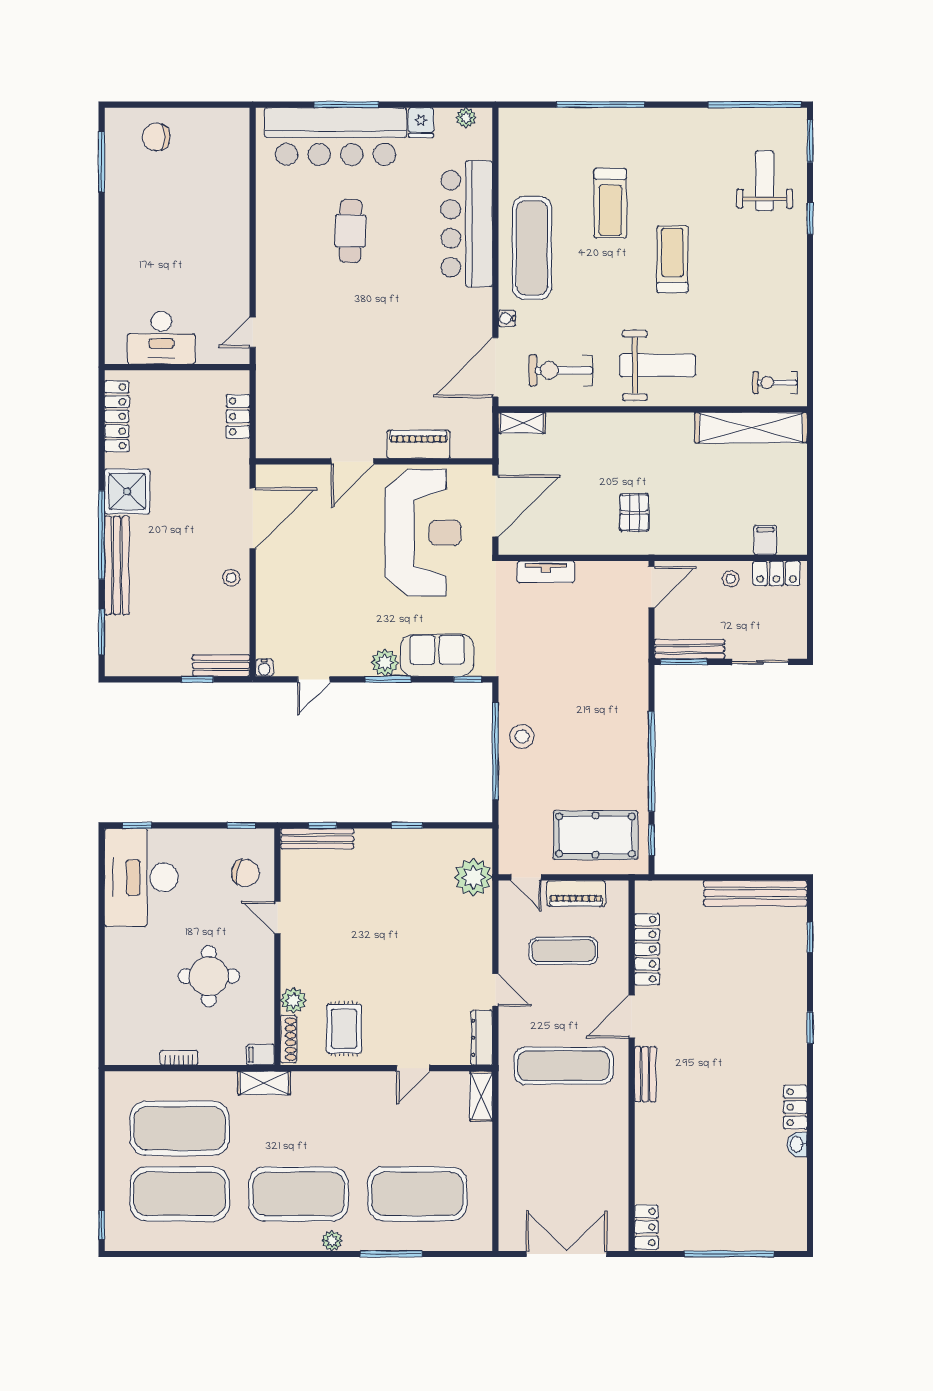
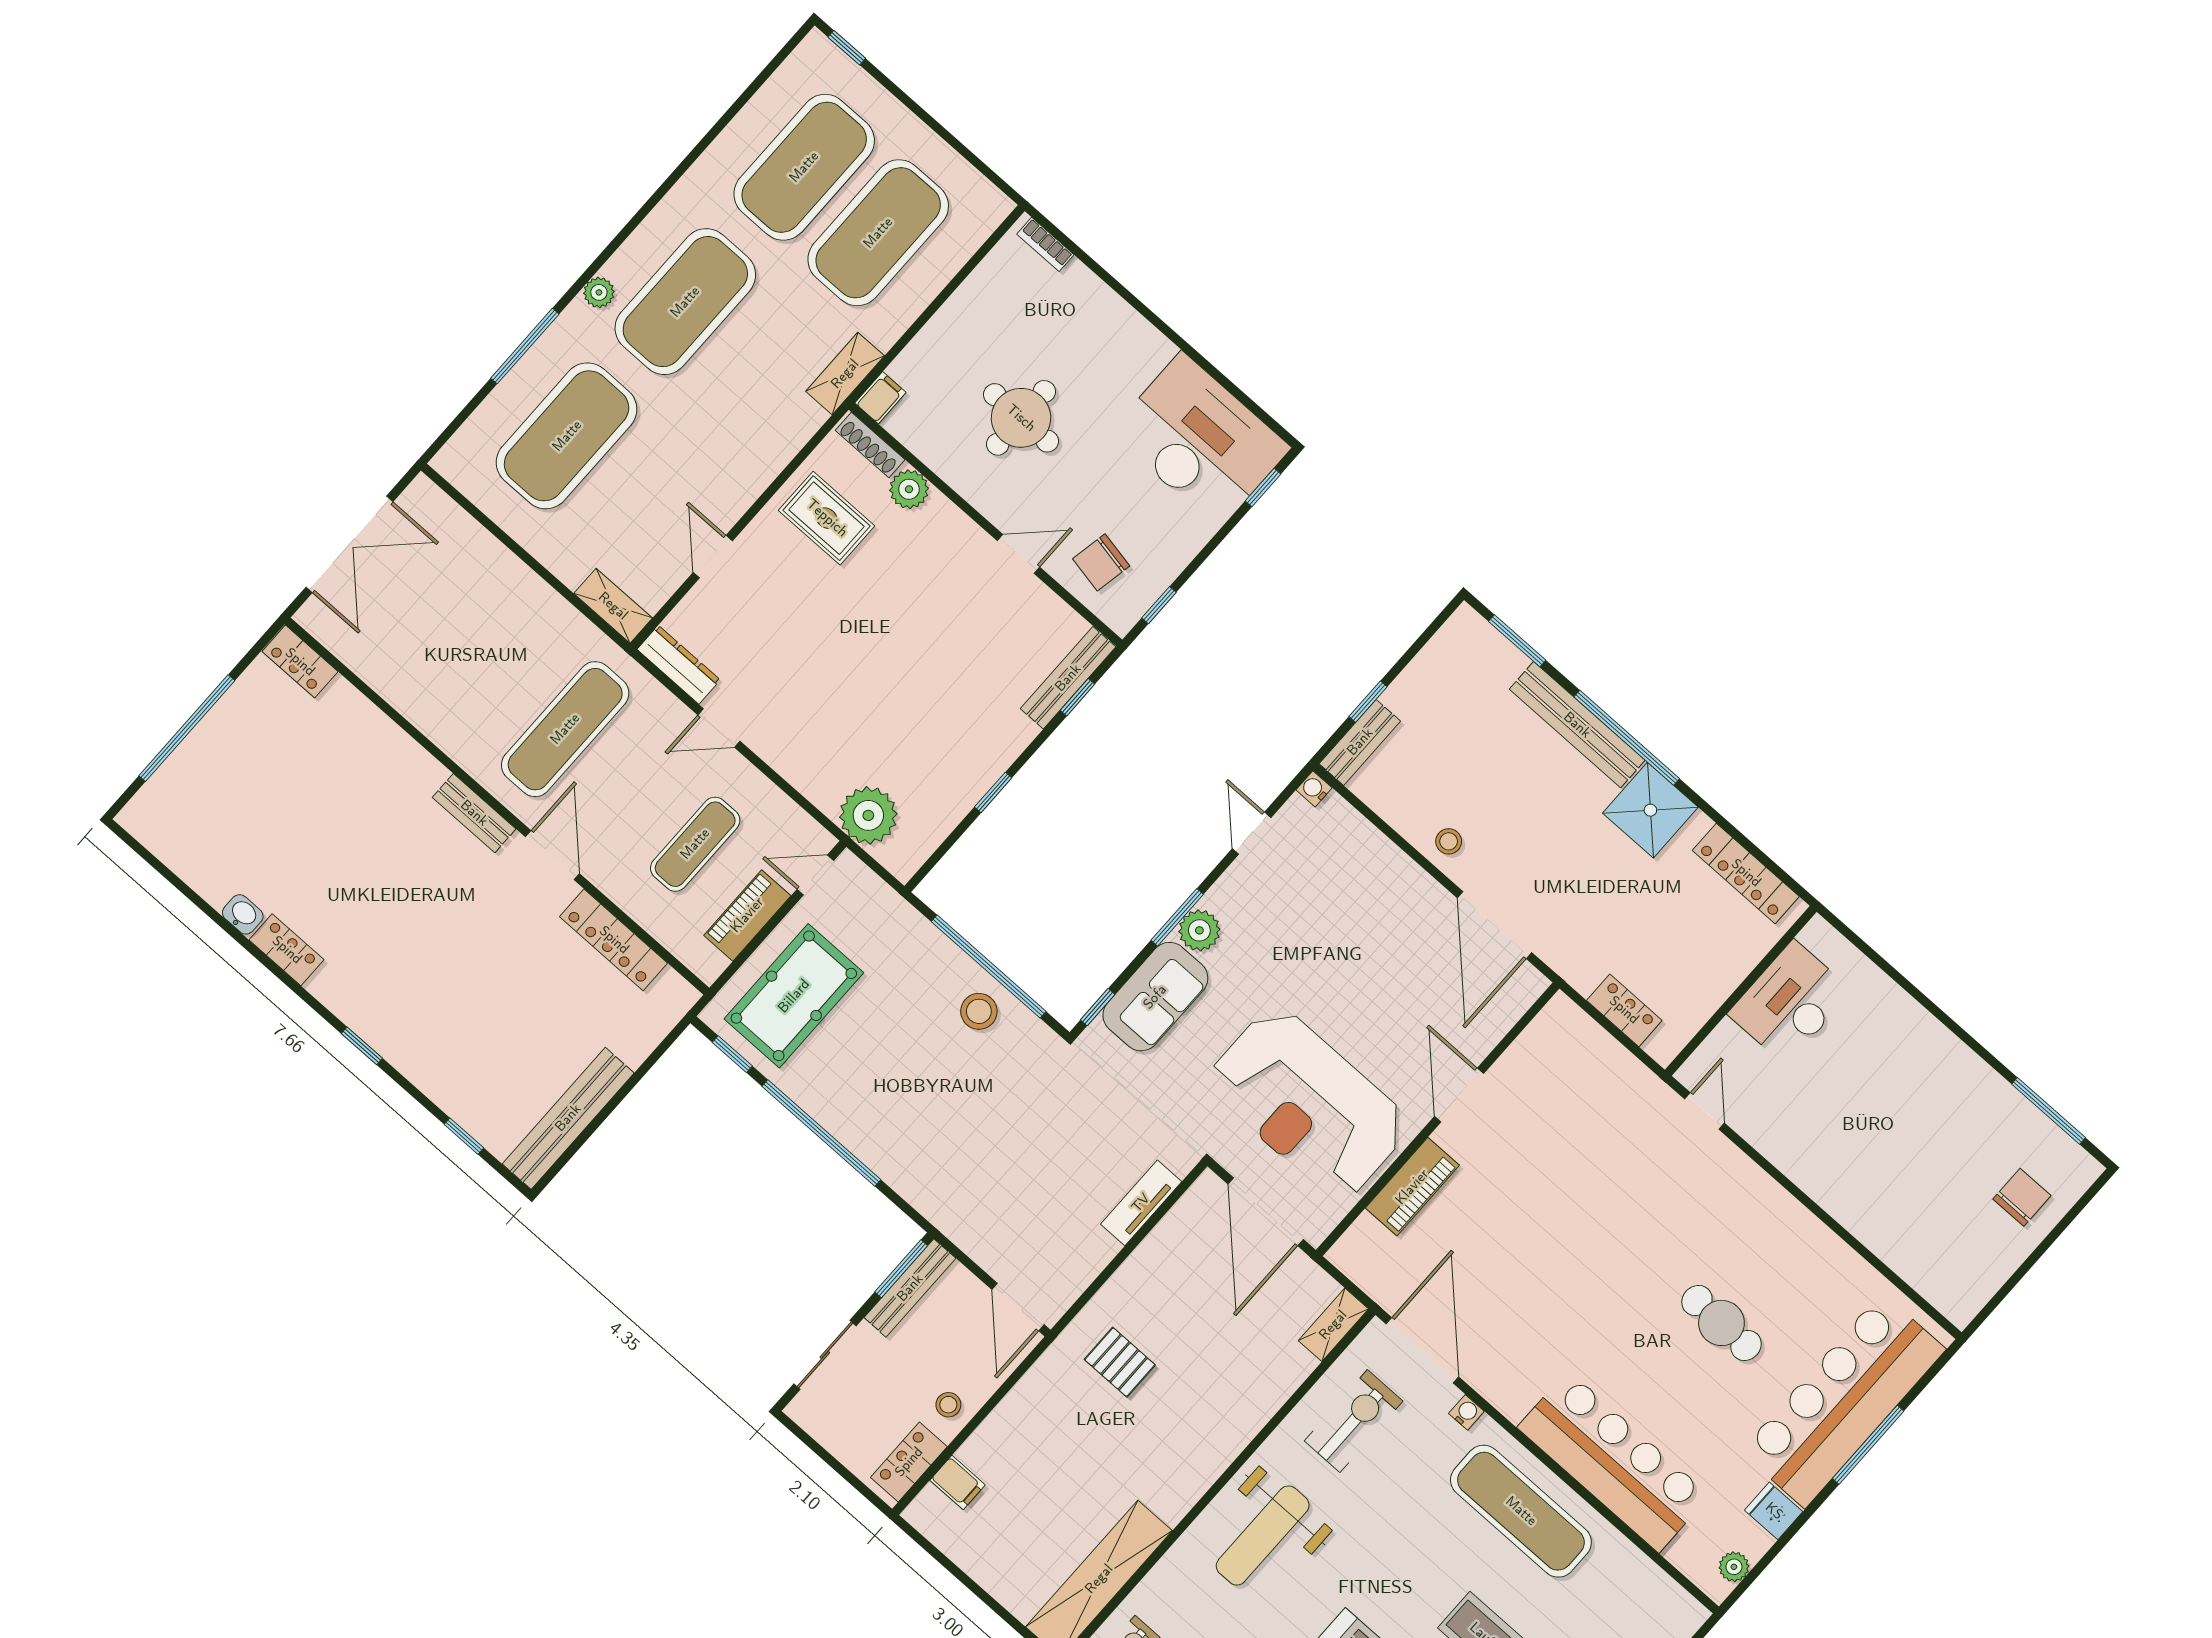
bookcase: (179, 1058) -> (1045, 244), moved, turned 90

